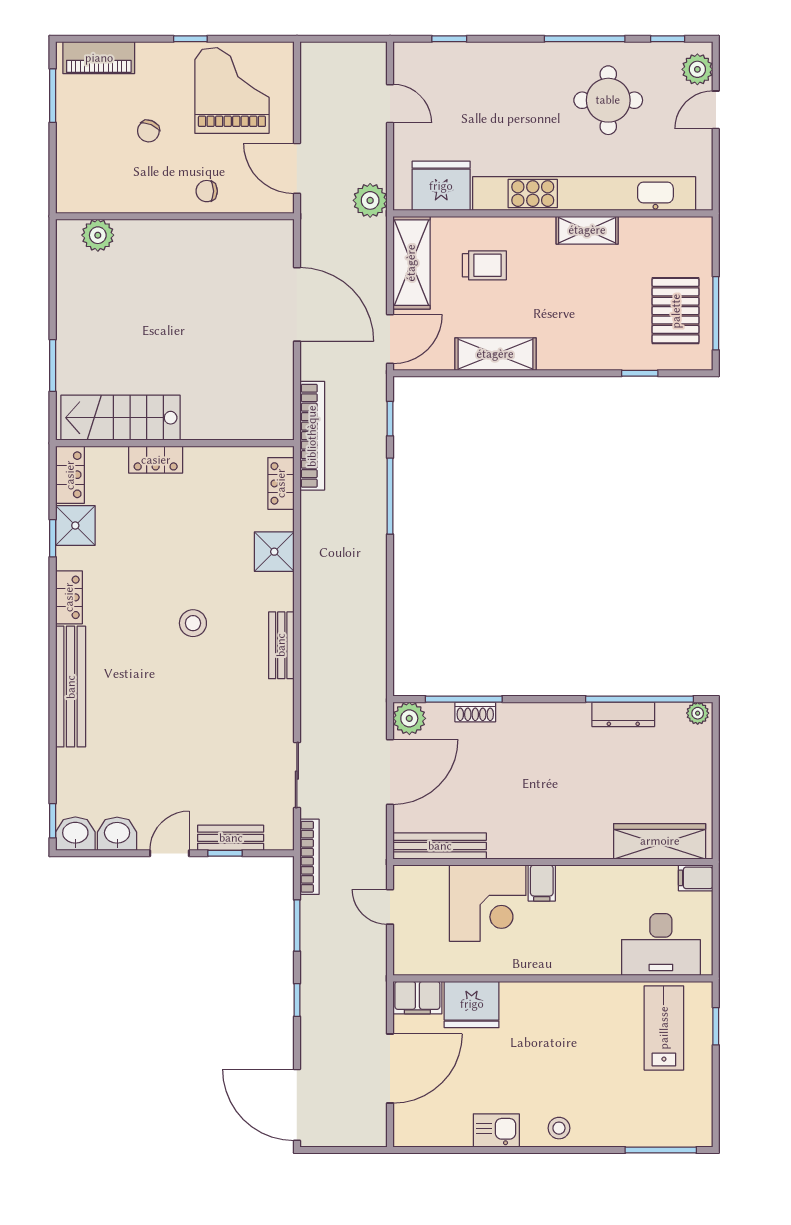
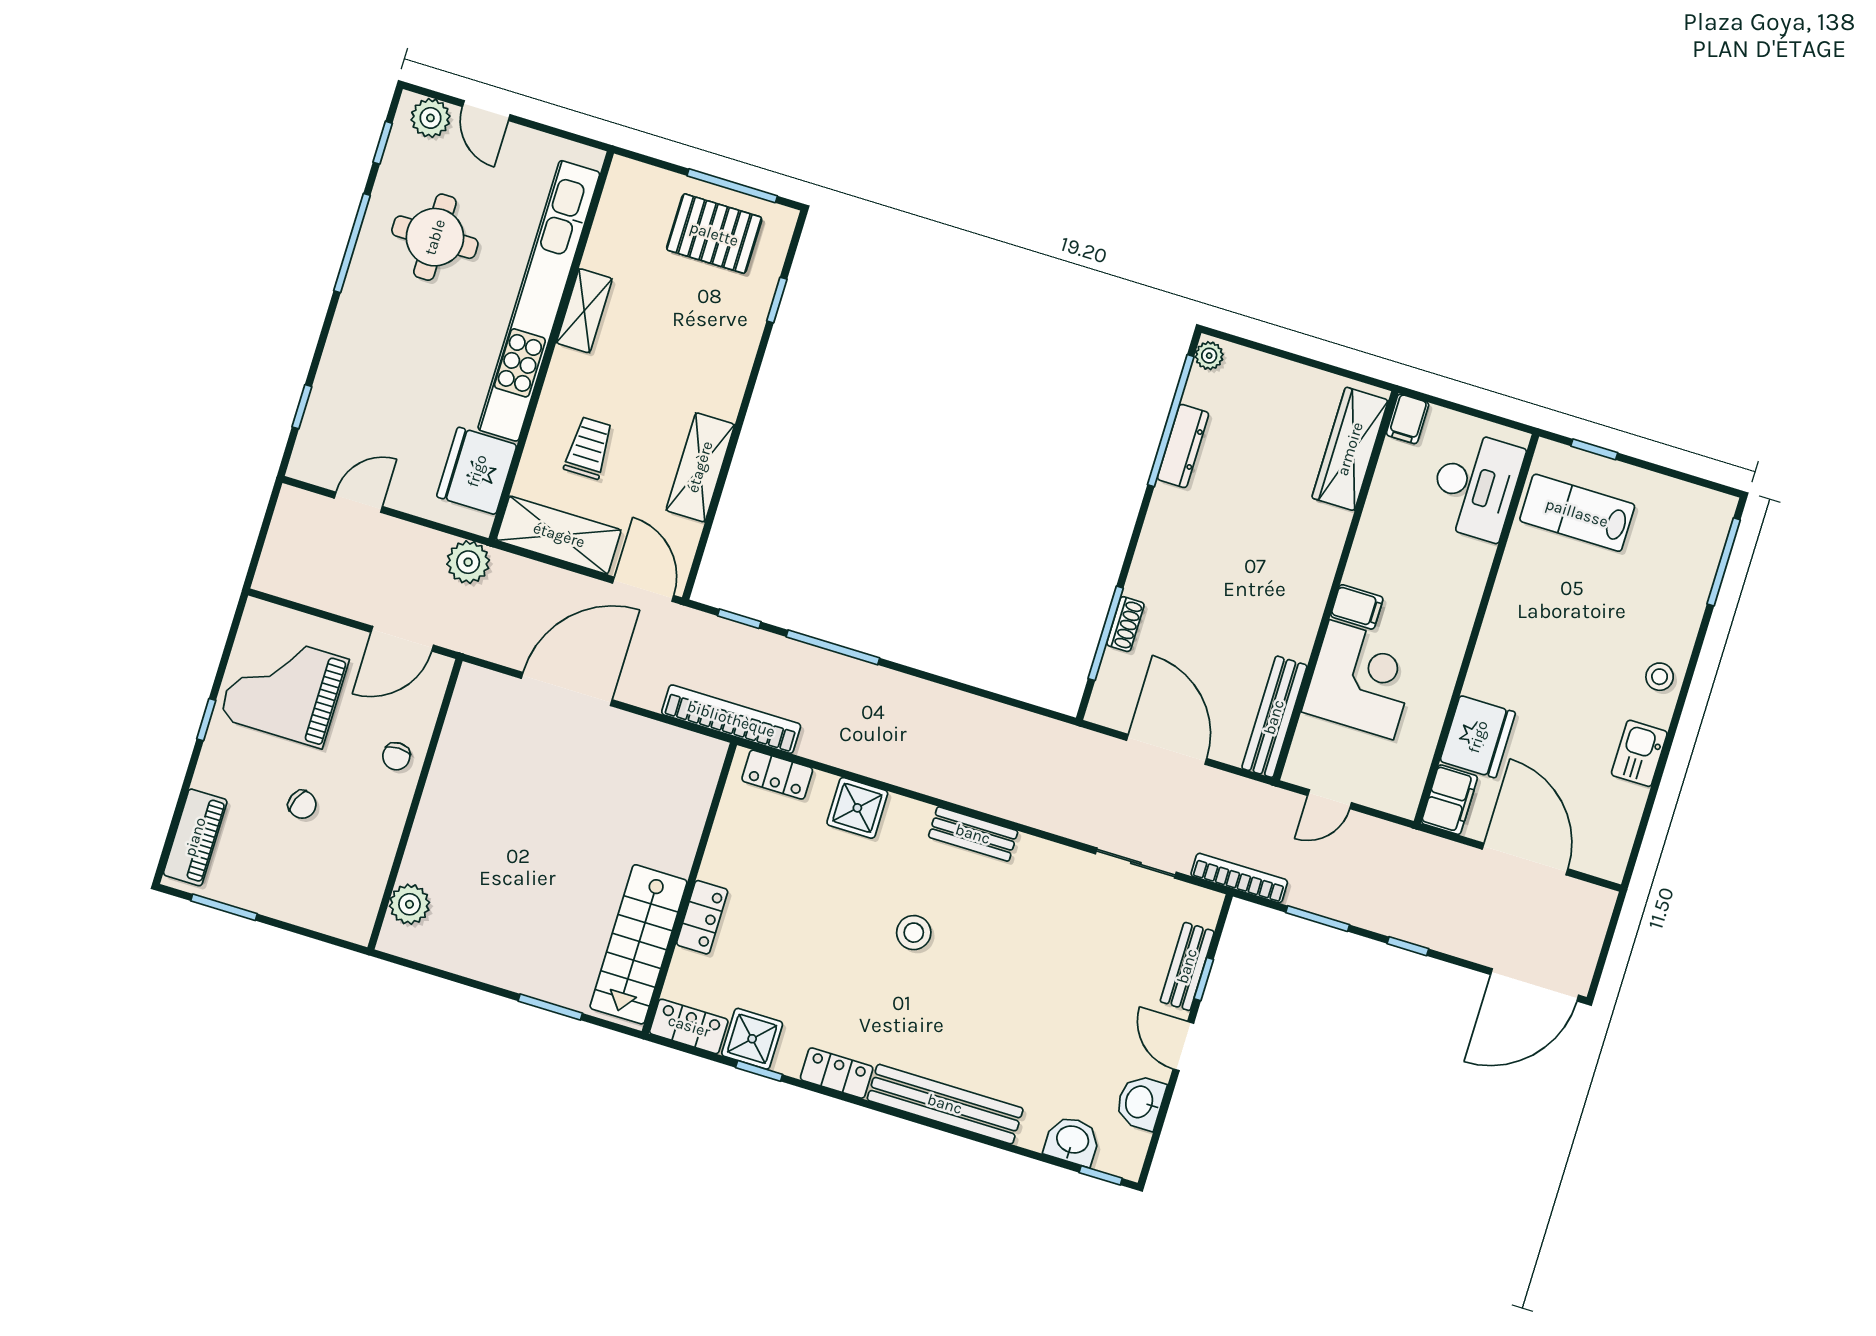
plant: (409, 718) -> (1109, 706), removed
washbasin: (75, 834) -> (1072, 1141), moved, turned 90

